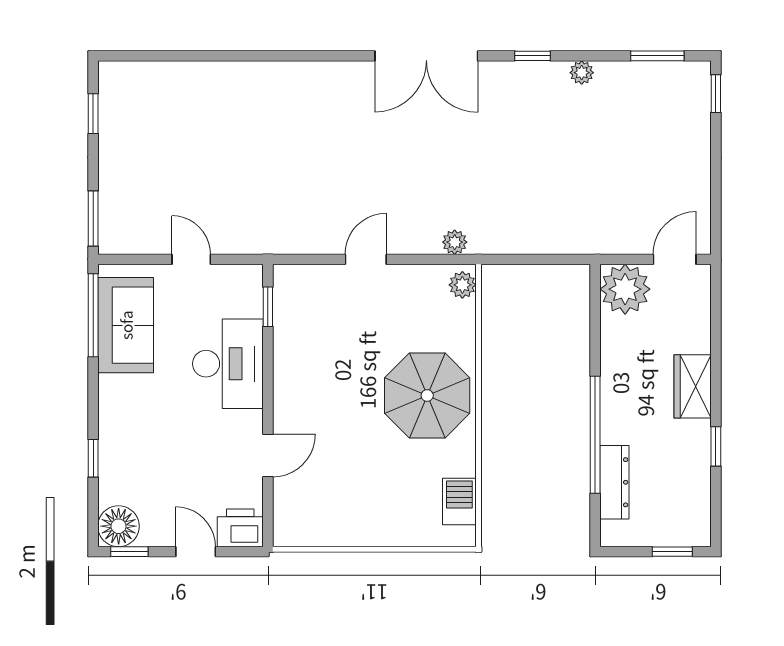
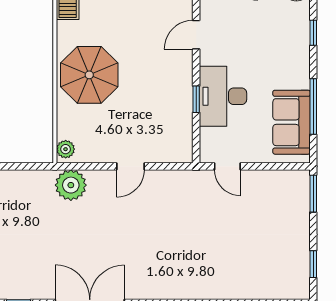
plant: (455, 242) -> (71, 185), width x1.88, depth x1.88
door: (191, 259) -> (227, 166), moved
window: (268, 307) -> (196, 99), moved
window: (93, 315) -> (313, 107), moved

